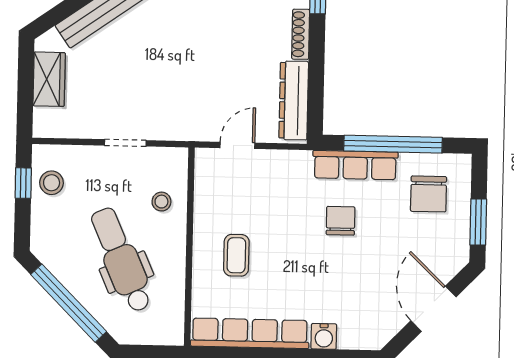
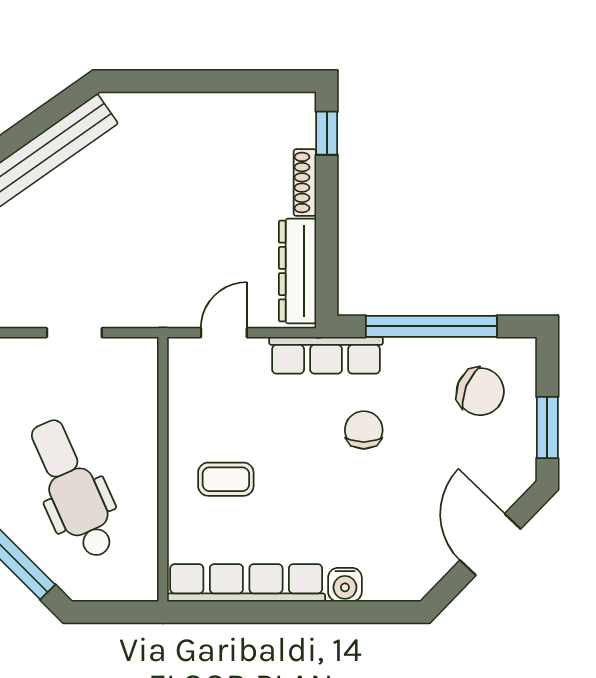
row of seats: (355, 165) -> (326, 355), moved
chair: (429, 194) -> (480, 392), turned -68
stool: (161, 202) -> (124, 410), removed
coffee table: (236, 255) -> (226, 479), turned 90

